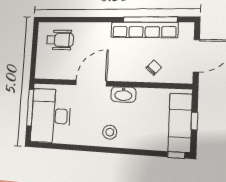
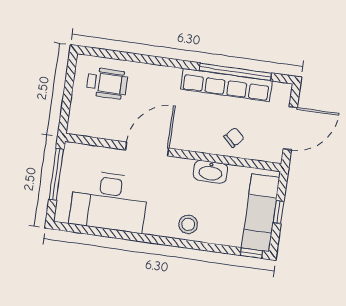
washbasin: (123, 94) -> (210, 172), moved
desk: (51, 116) -> (109, 201), moved, turned -90
stool: (110, 132) -> (188, 224), moved

